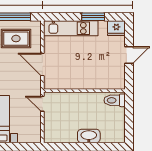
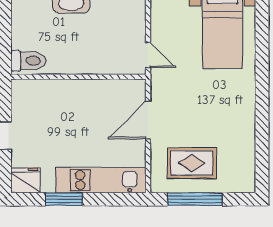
door: (42, 65) -> (148, 120), swing flipped

